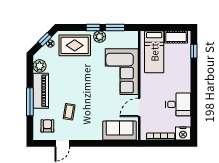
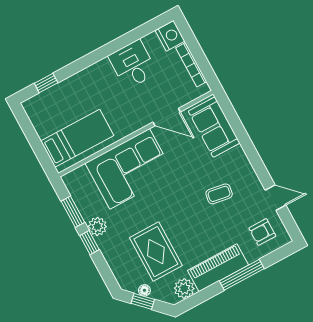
cot: (176, 37) -> (40, 119), removed
rug: (75, 45) -> (156, 252), moved
coffee table: (69, 112) -> (219, 194), moved

